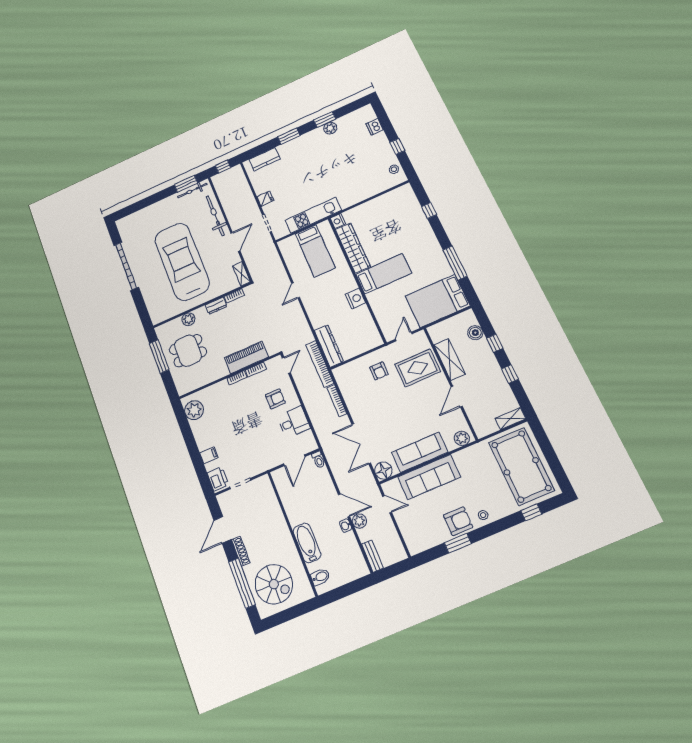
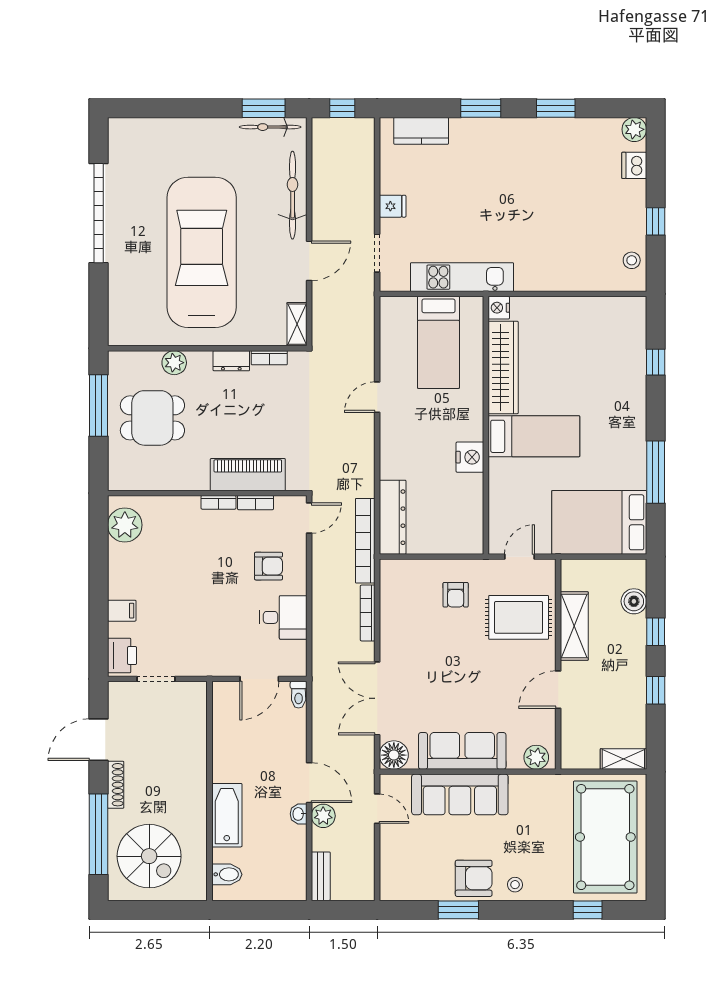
plant: (330, 128) -> (634, 129), moved

